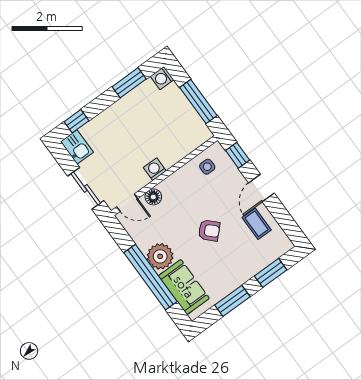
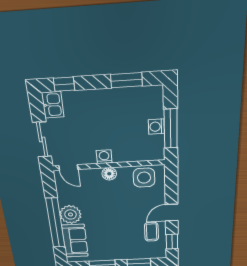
washing machine: (162, 78) -> (156, 127), moved
window: (238, 155) -> (172, 242), moved
side table: (207, 167) -> (144, 178), width x1.87, depth x1.87
floor lamp: (153, 197) -> (109, 174), moved
armchair: (209, 231) -> (116, 218), removed

